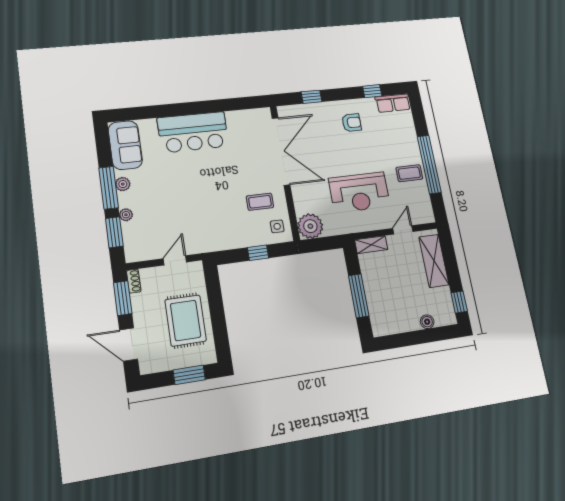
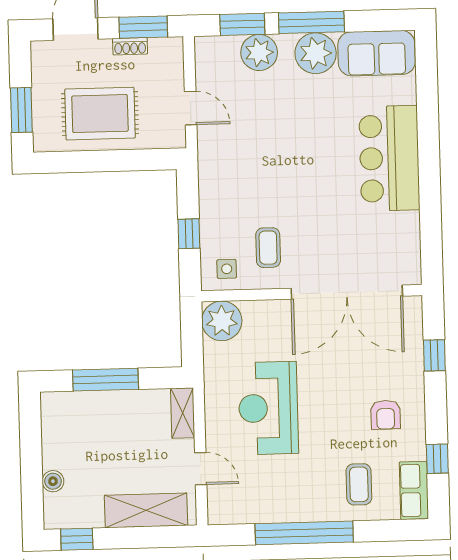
coffee table: (409, 173) -> (359, 484), moved
plant: (123, 184) -> (316, 53), width x1.87, depth x1.87
plant: (126, 215) -> (259, 52), width x1.88, depth x1.88
shoe rack: (134, 281) -> (130, 46), moved

